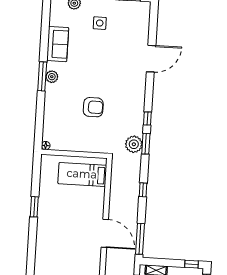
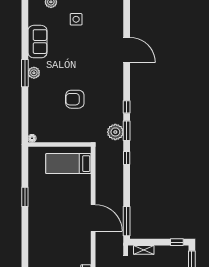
door: (151, 59) -> (127, 50), hinge flipped
armchair: (93, 107) -> (75, 99), turned 180
window: (143, 190) -> (127, 158), moved

